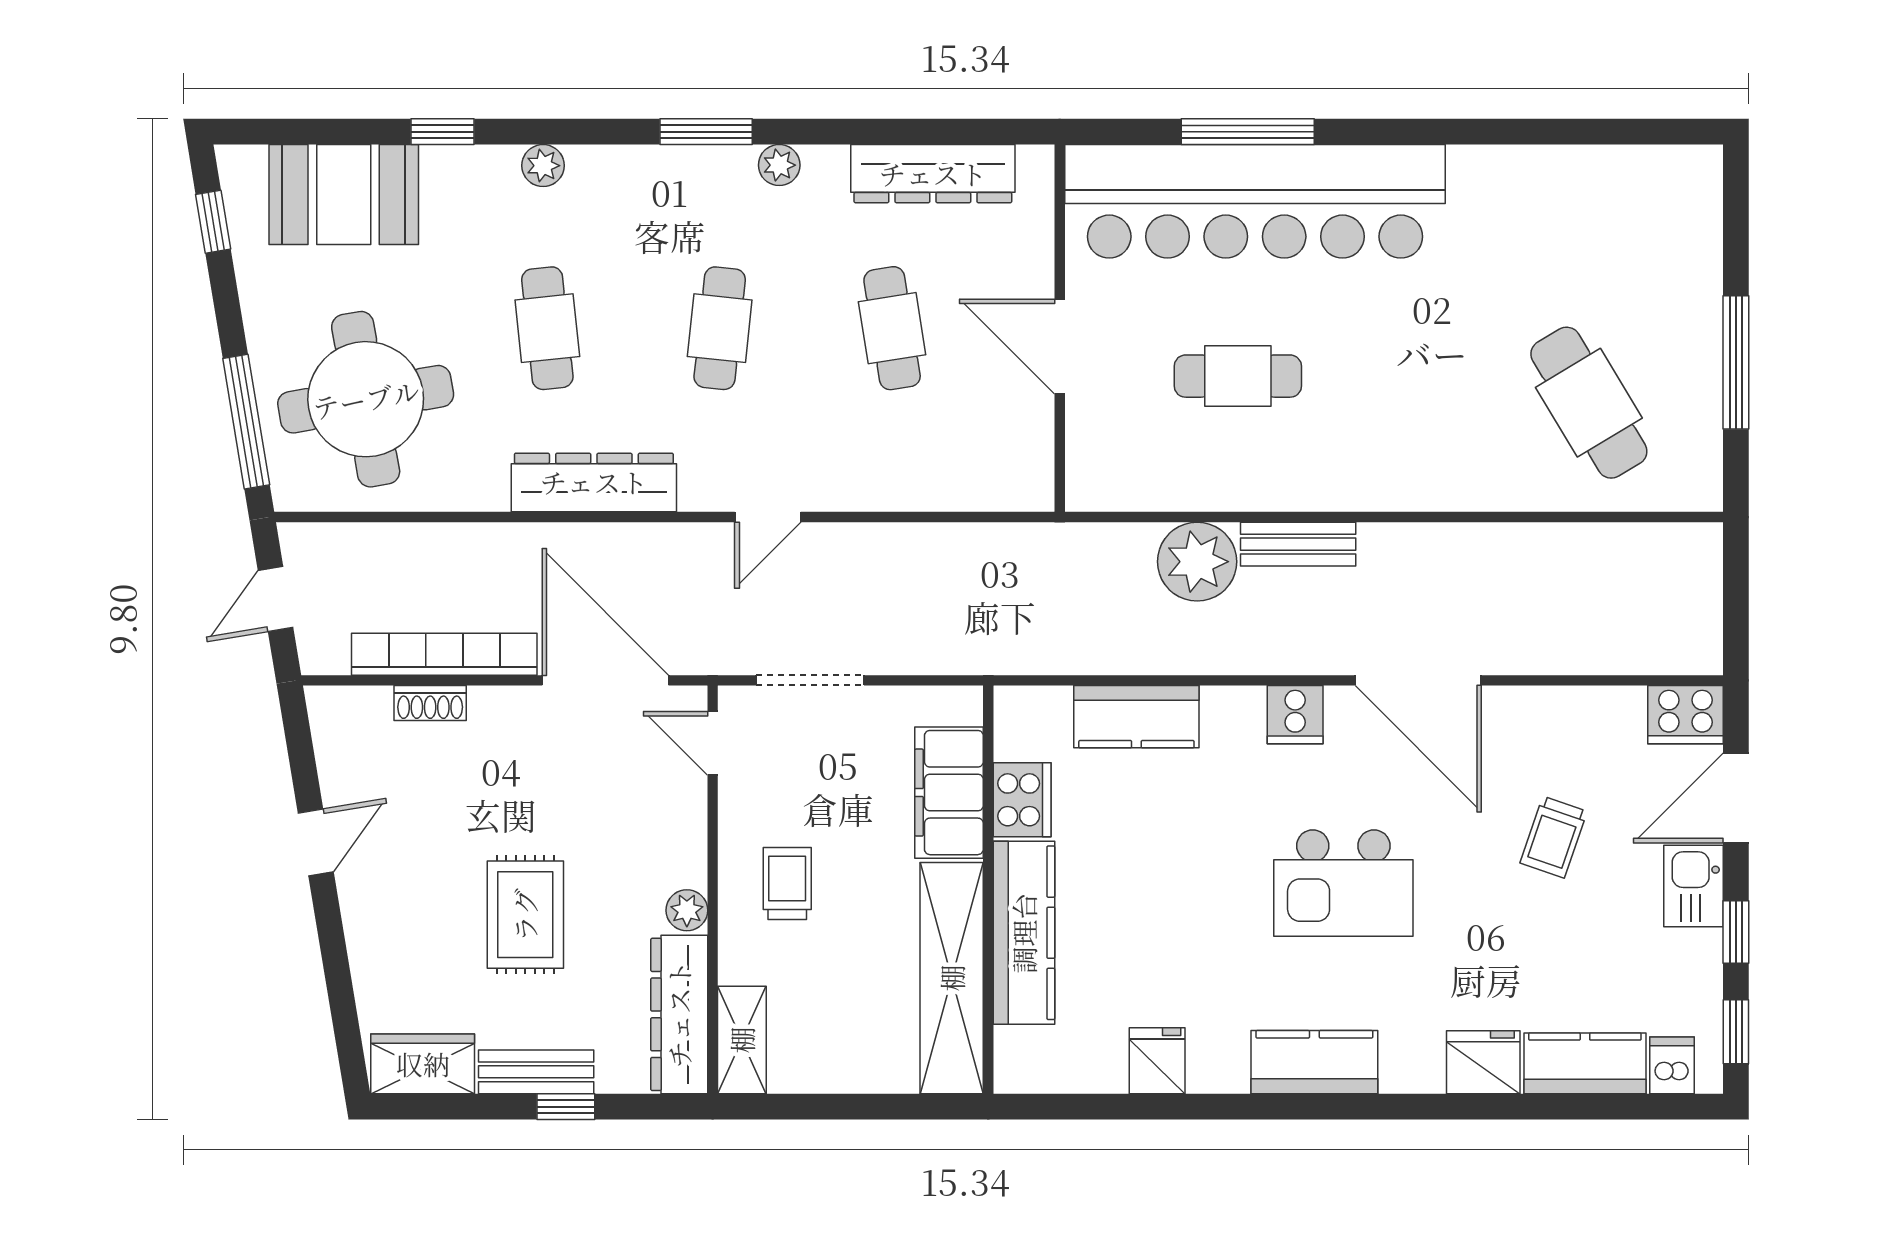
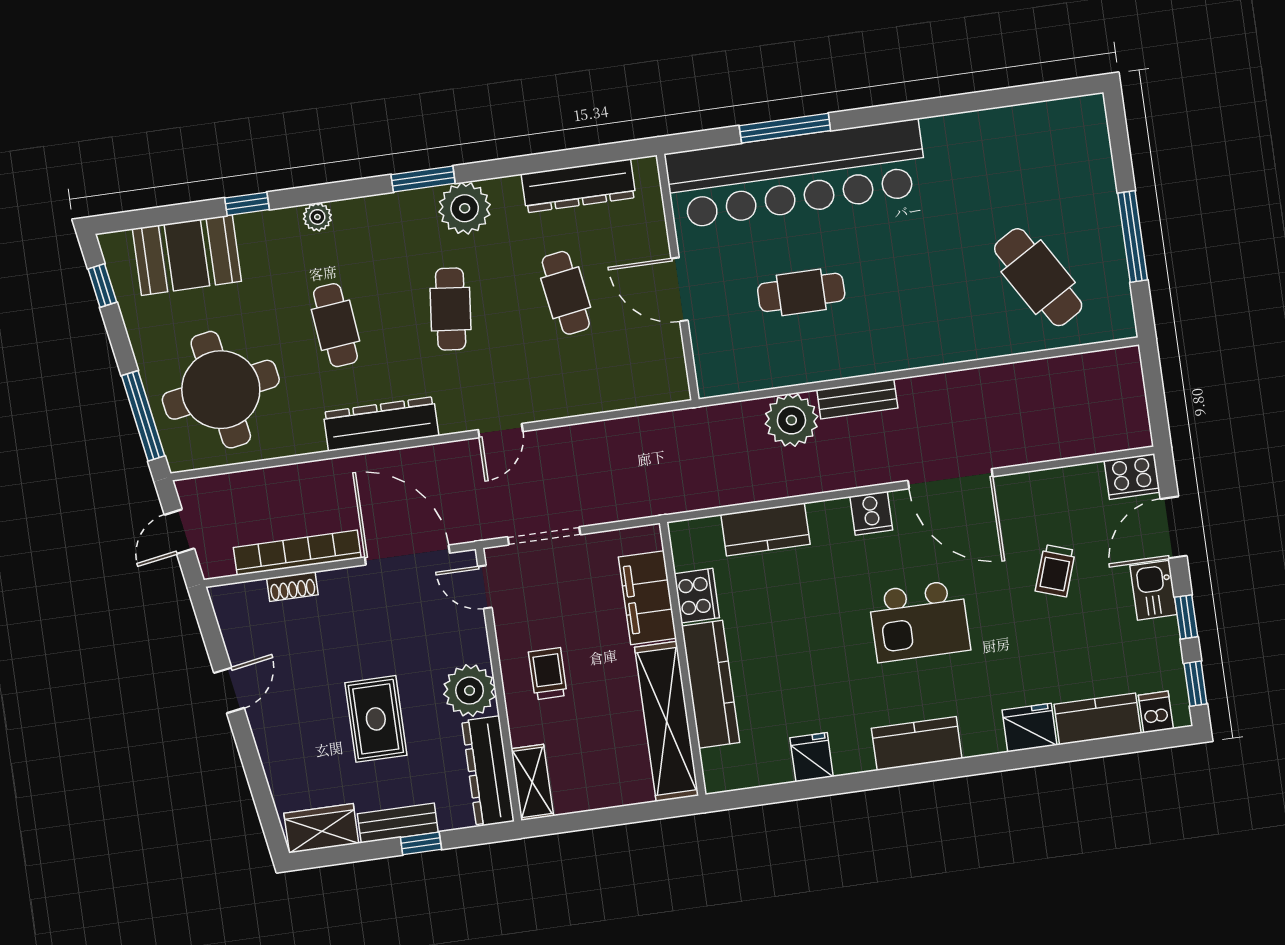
plant: (779, 165) -> (465, 208), width x1.87, depth x1.87
plant: (687, 910) -> (470, 691), width x1.87, depth x1.87

